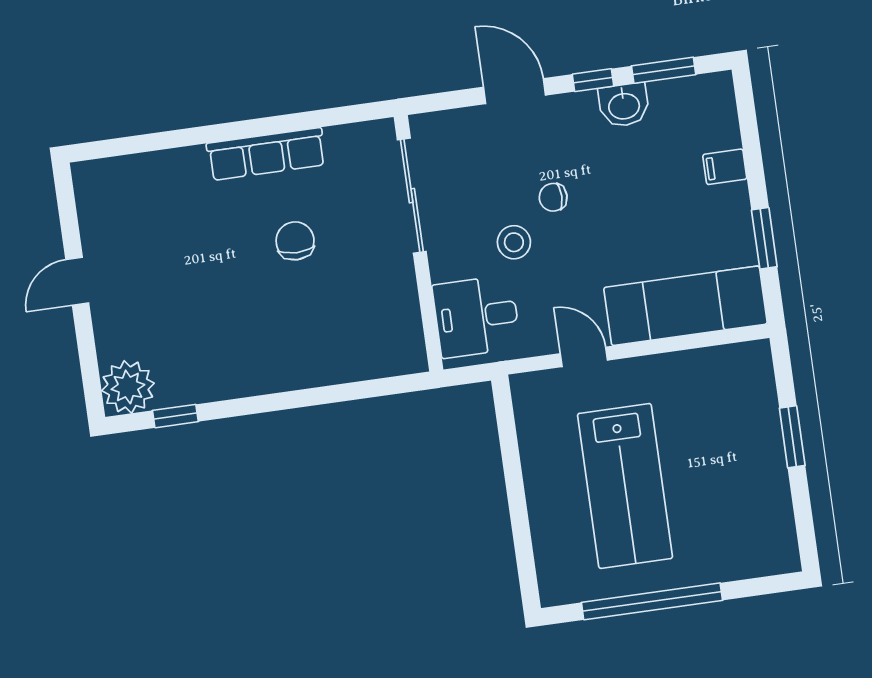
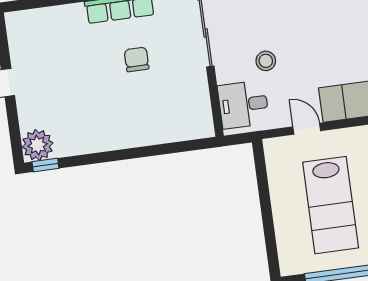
chair: (553, 197) -> (289, 34), removed
window: (175, 416) -> (45, 165), moved

